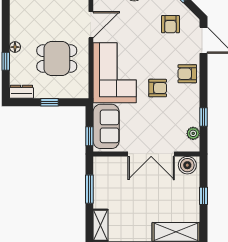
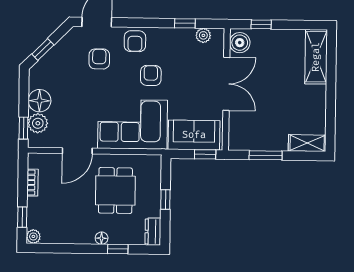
armchair: (170, 24) -> (99, 59), moved, turned -90
door: (91, 25) -> (77, 151), swing flipped
window: (203, 196) -> (261, 24), moved

